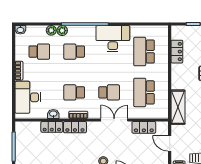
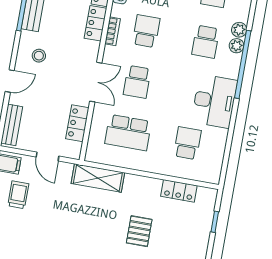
plant: (51, 30) -> (237, 46), moved
school desk: (74, 52) -> (206, 42), turned 180
school desk: (144, 52) -> (187, 143), width x0.54
school desk: (144, 92) -> (128, 133), turned 180
door: (170, 143) -> (47, 157), swing flipped

